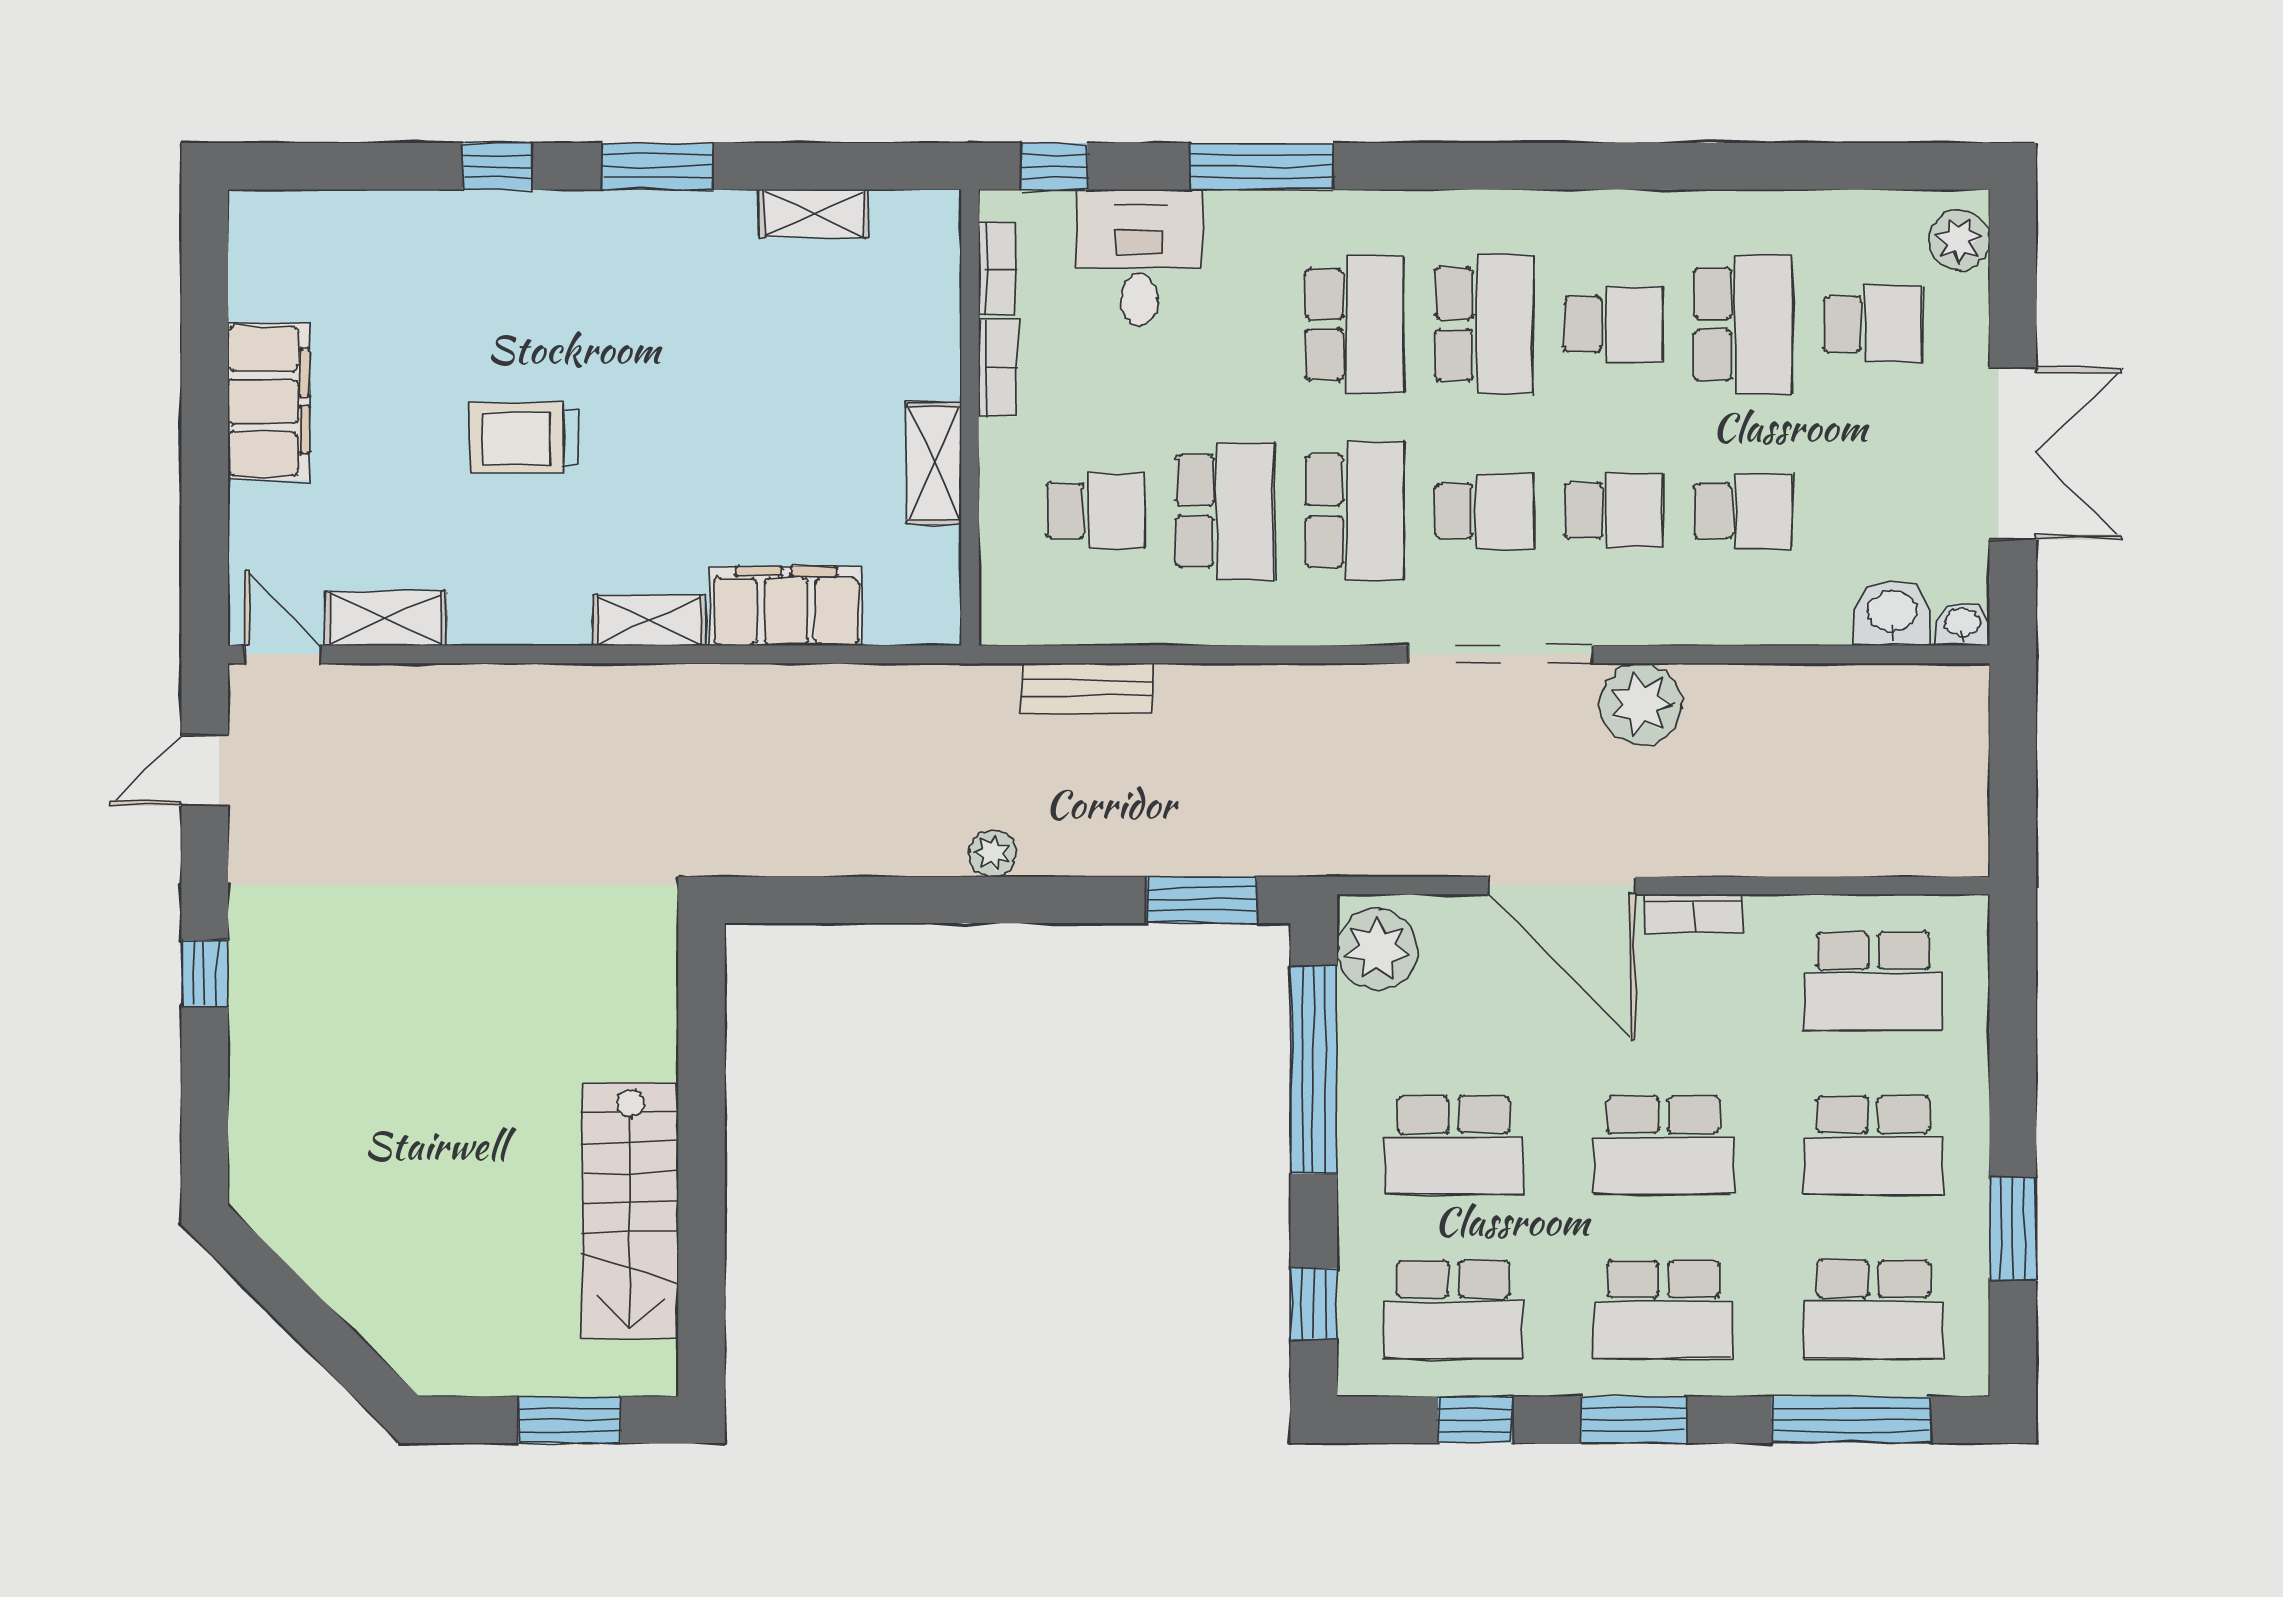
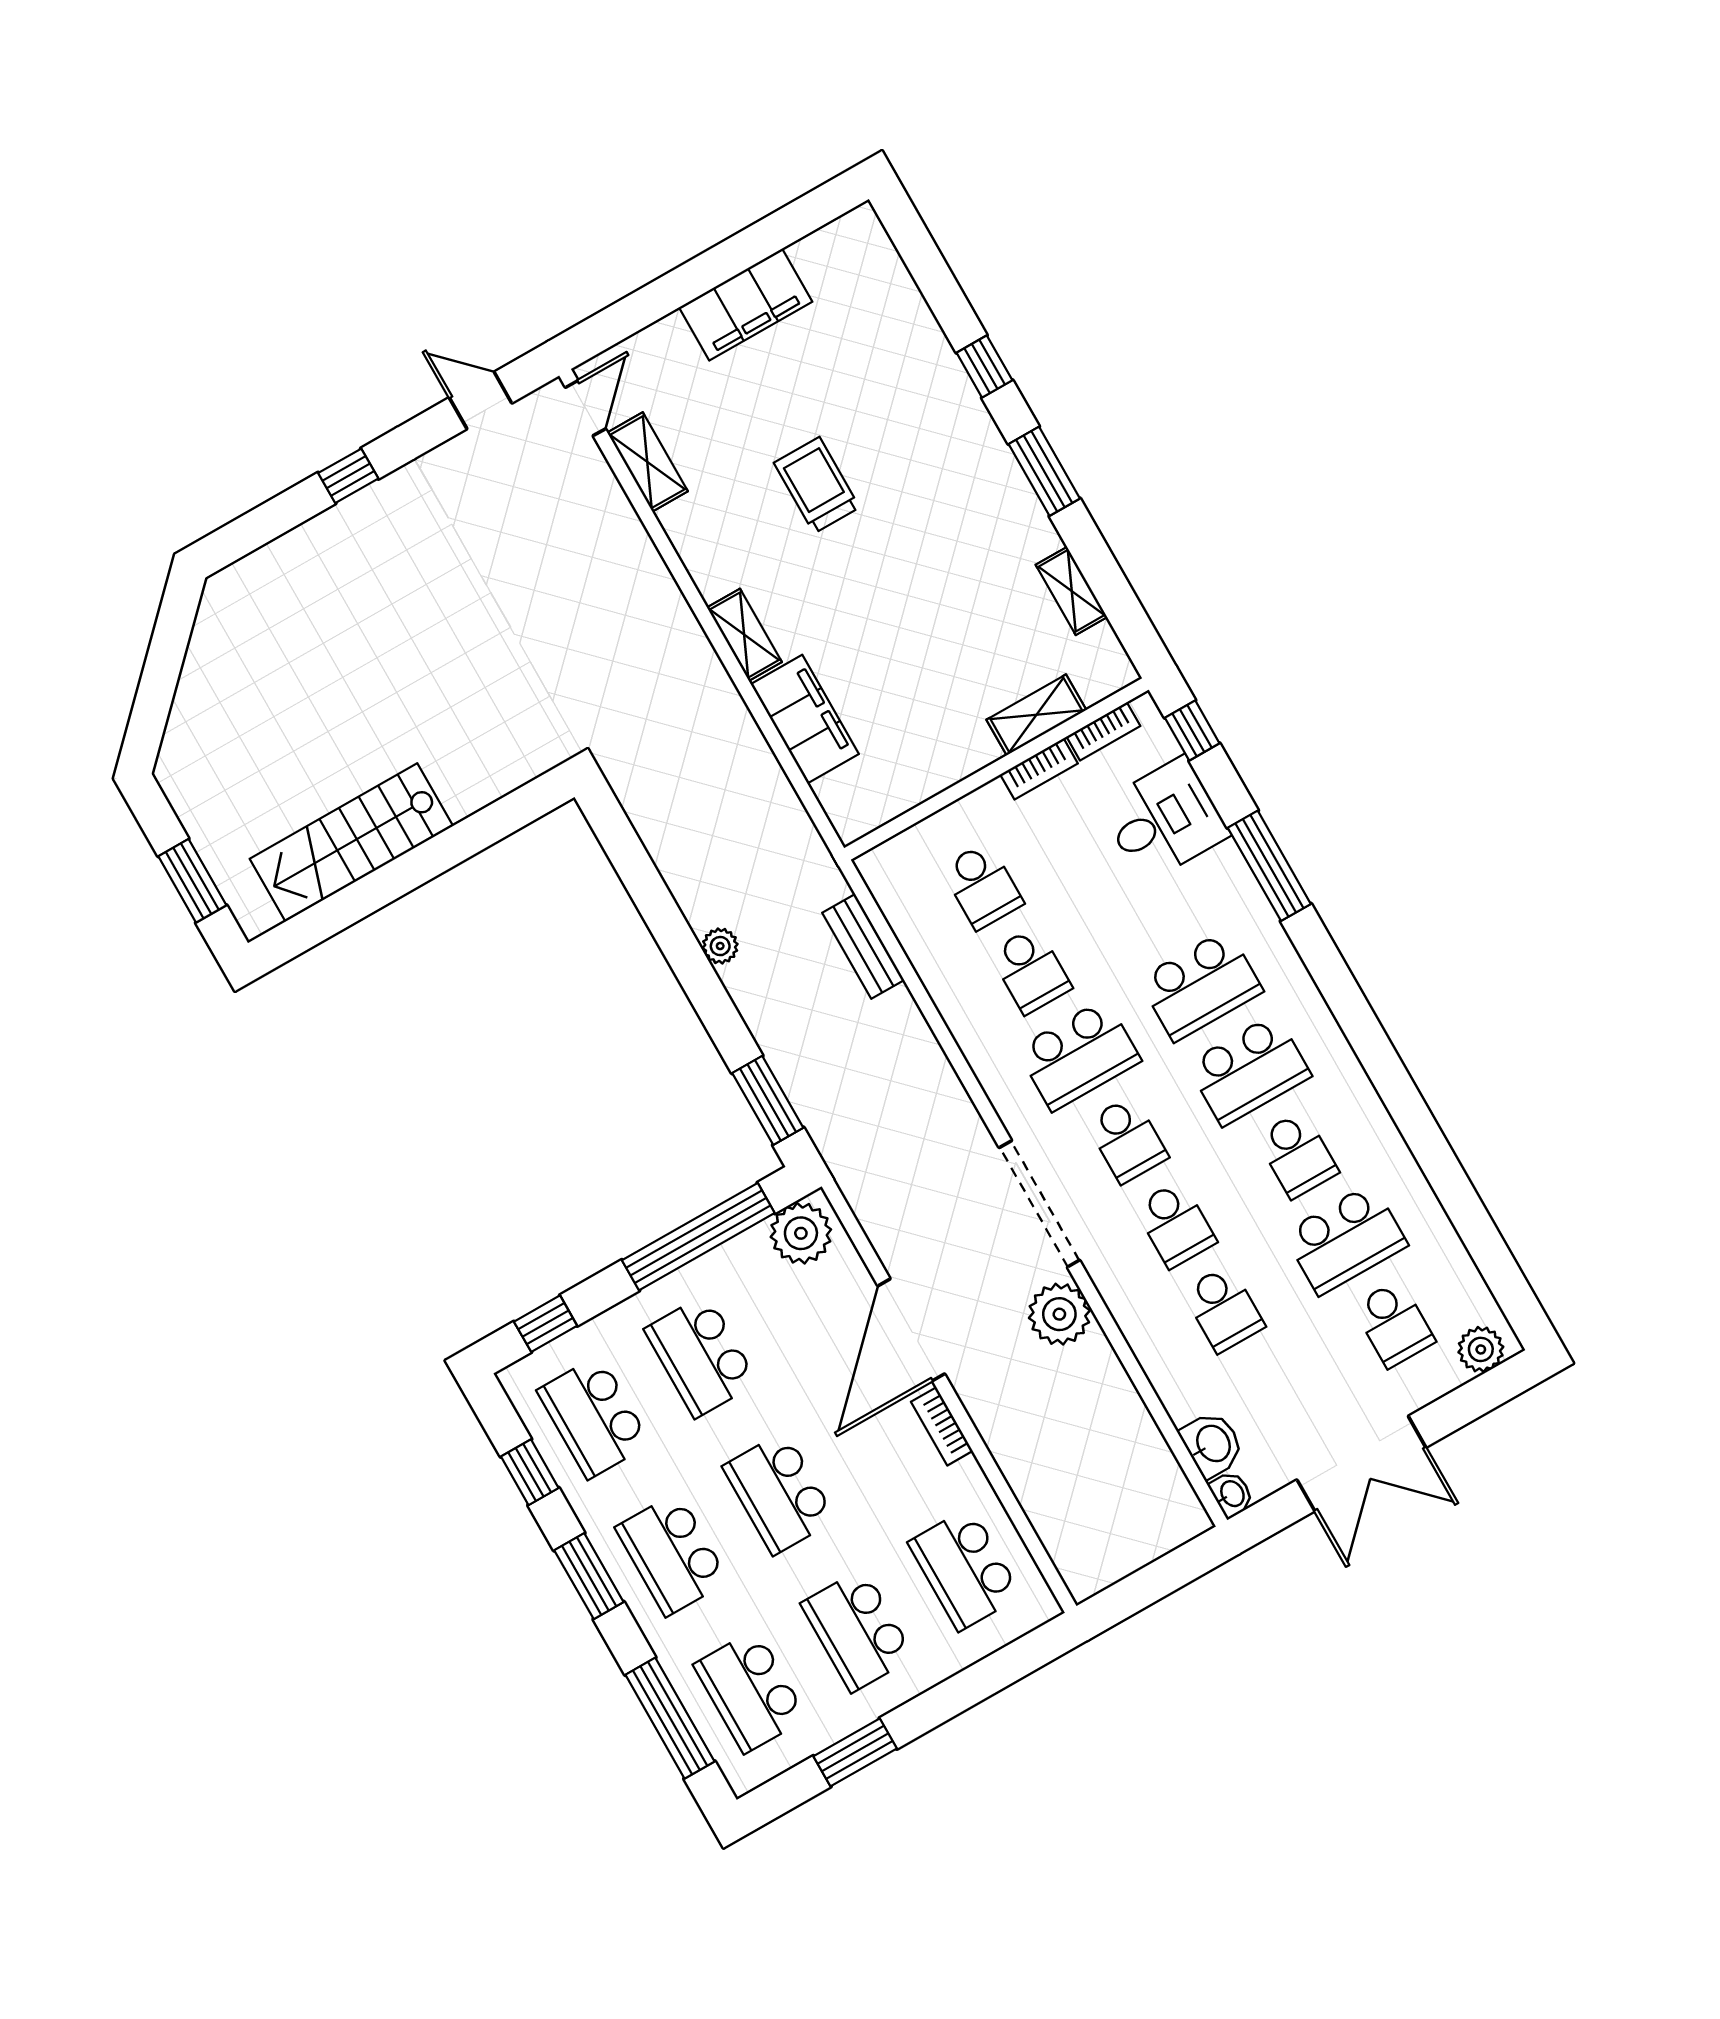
shelving: (934, 463) -> (1036, 715), moved
school desk: (1225, 511) -> (1031, 970), width x0.54

